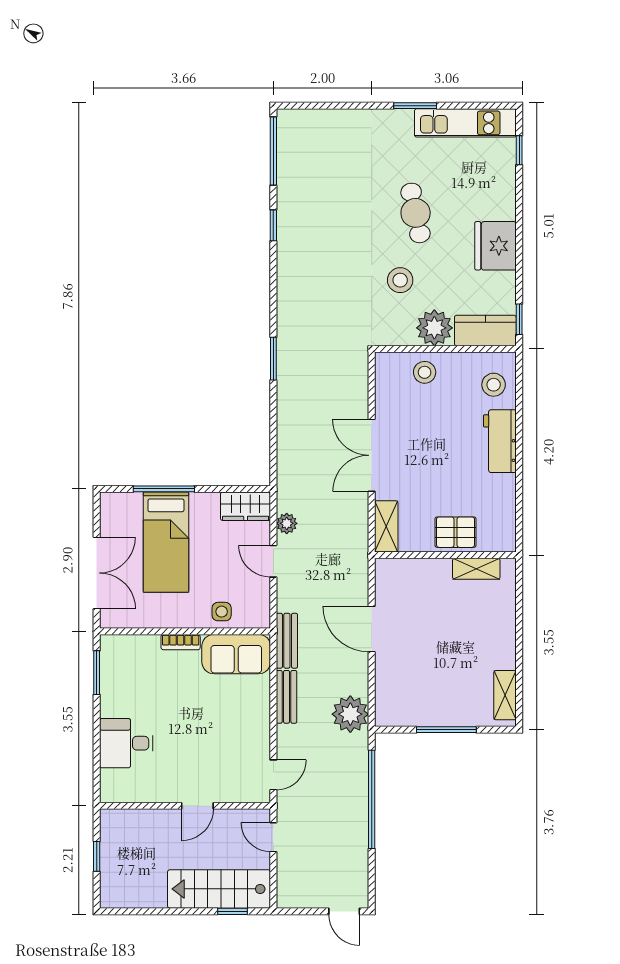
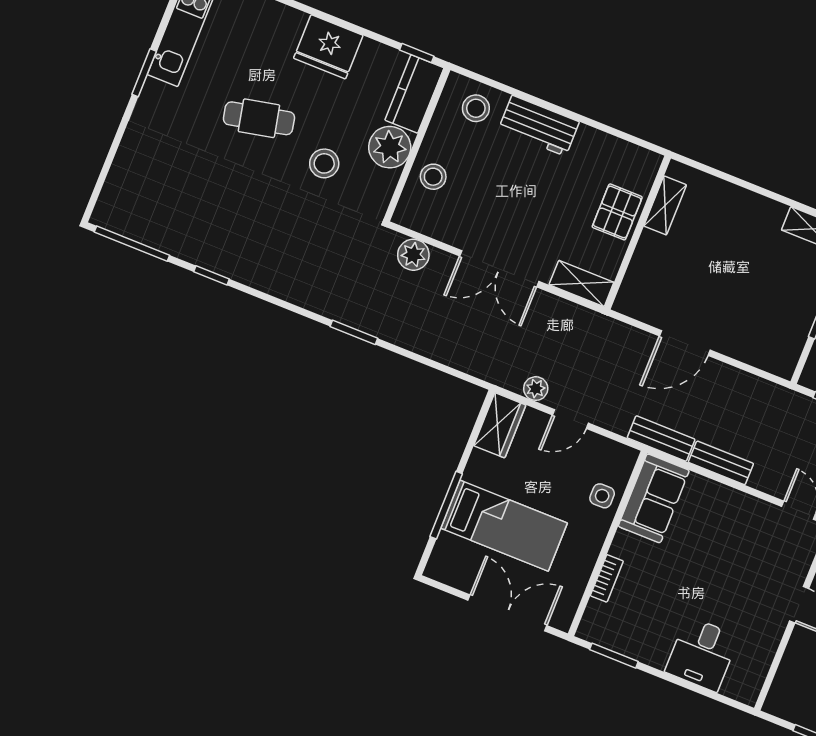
bookcase: (181, 642) -> (607, 578), moved
plant: (350, 714) -> (413, 255), moved, width x0.73, depth x0.73

